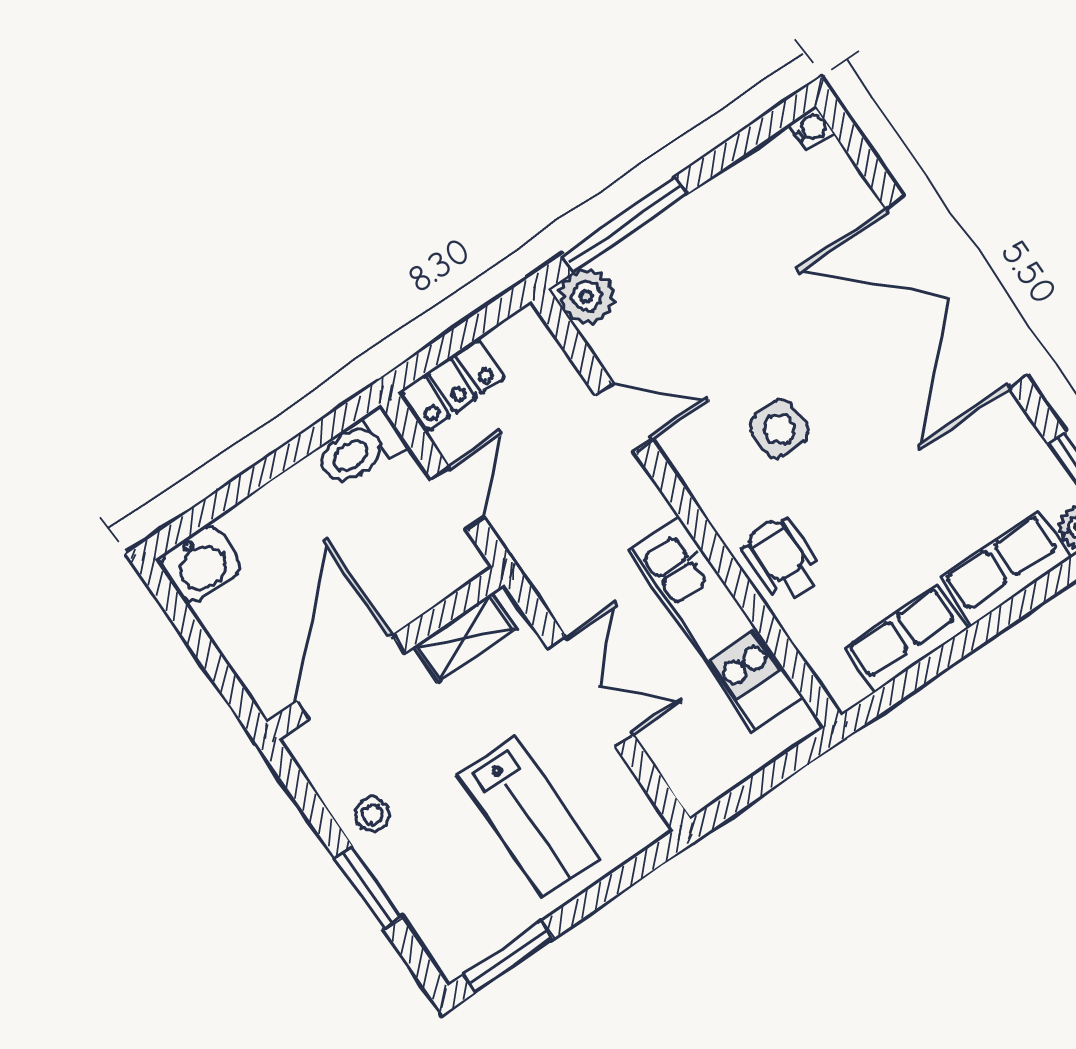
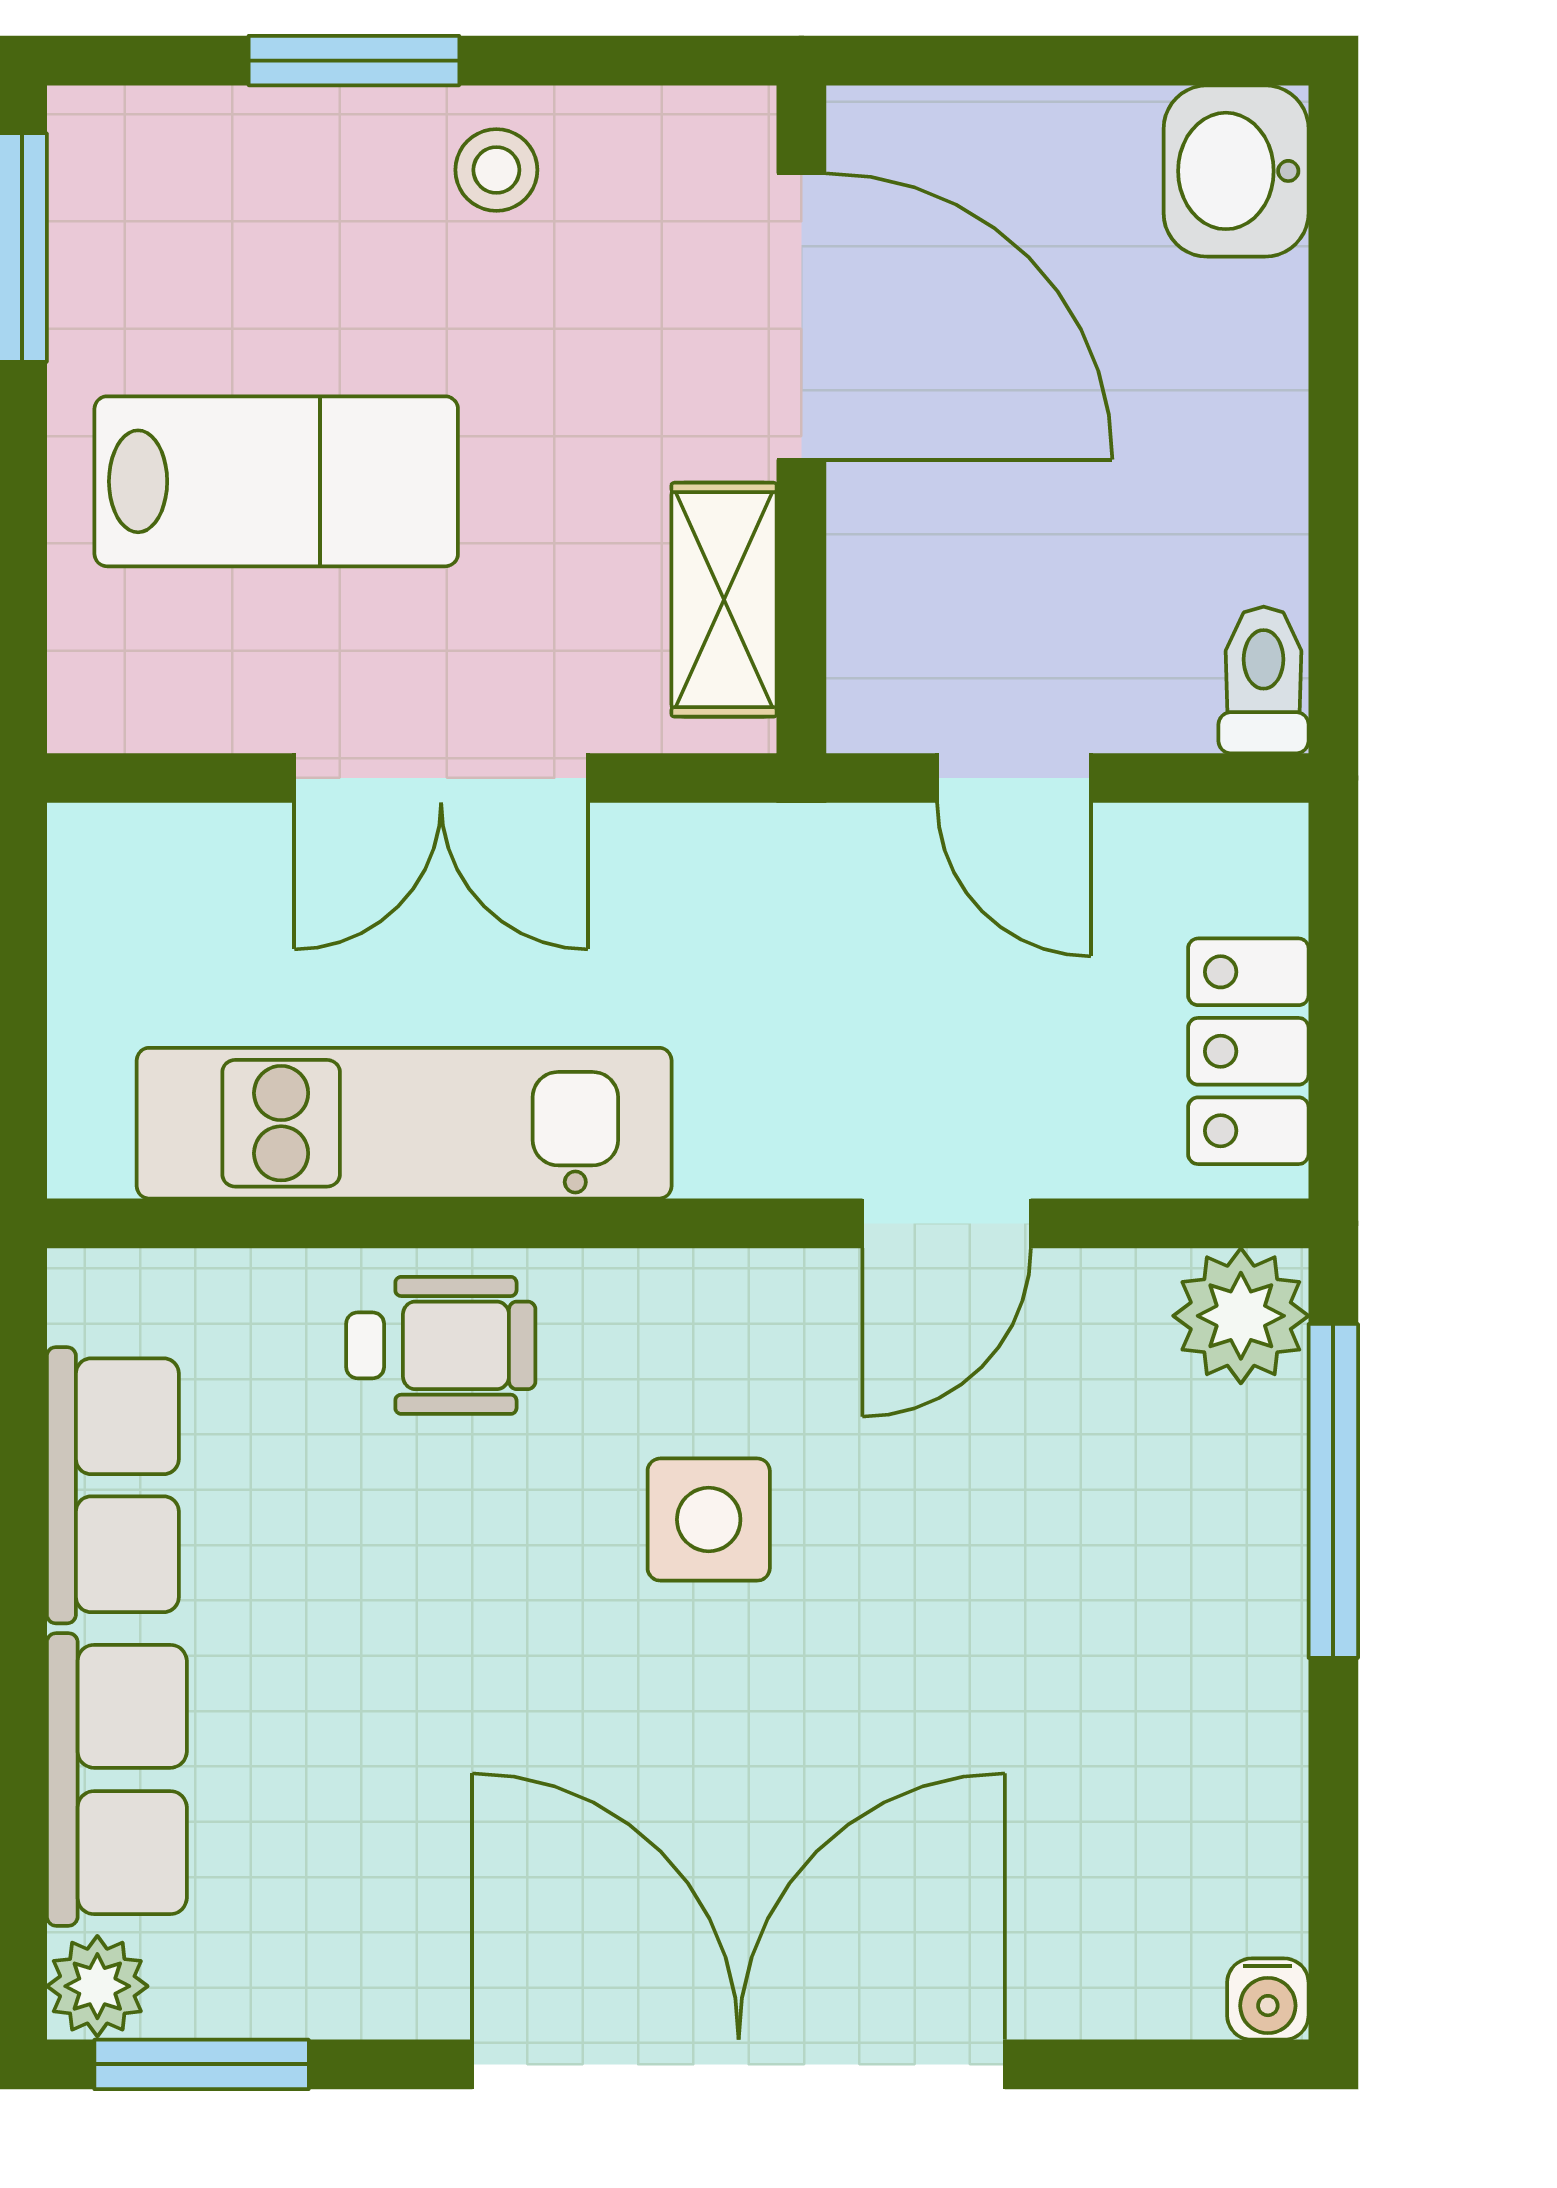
locker: (452, 385) -> (1248, 1051), moved
toilet: (361, 449) -> (1264, 680), width x0.73, depth x0.72
lab bench: (529, 816) -> (276, 481), turned 180

